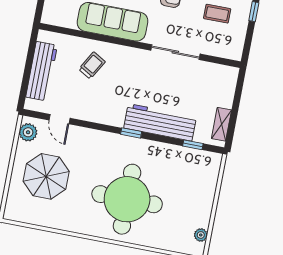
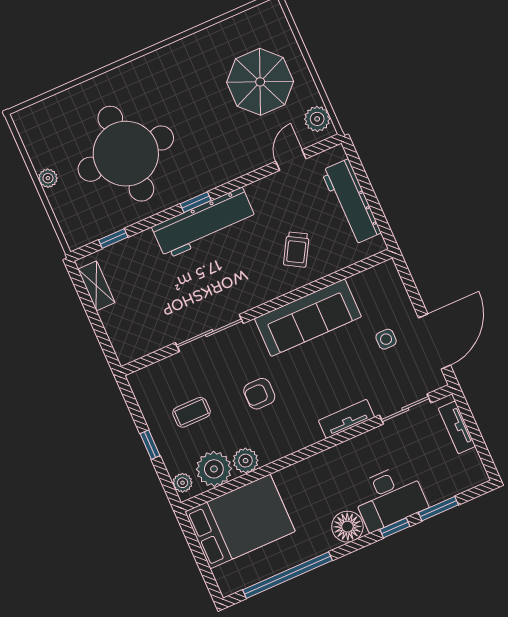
door: (60, 119) -> (291, 160), hinge flipped
workbench: (160, 122) -> (204, 223), moved
round table: (127, 199) -> (126, 154), moved
plant: (201, 235) -> (48, 178), moved

